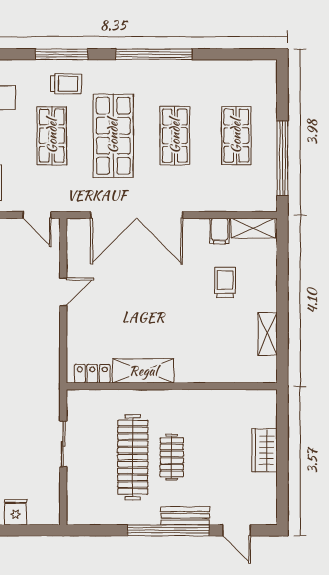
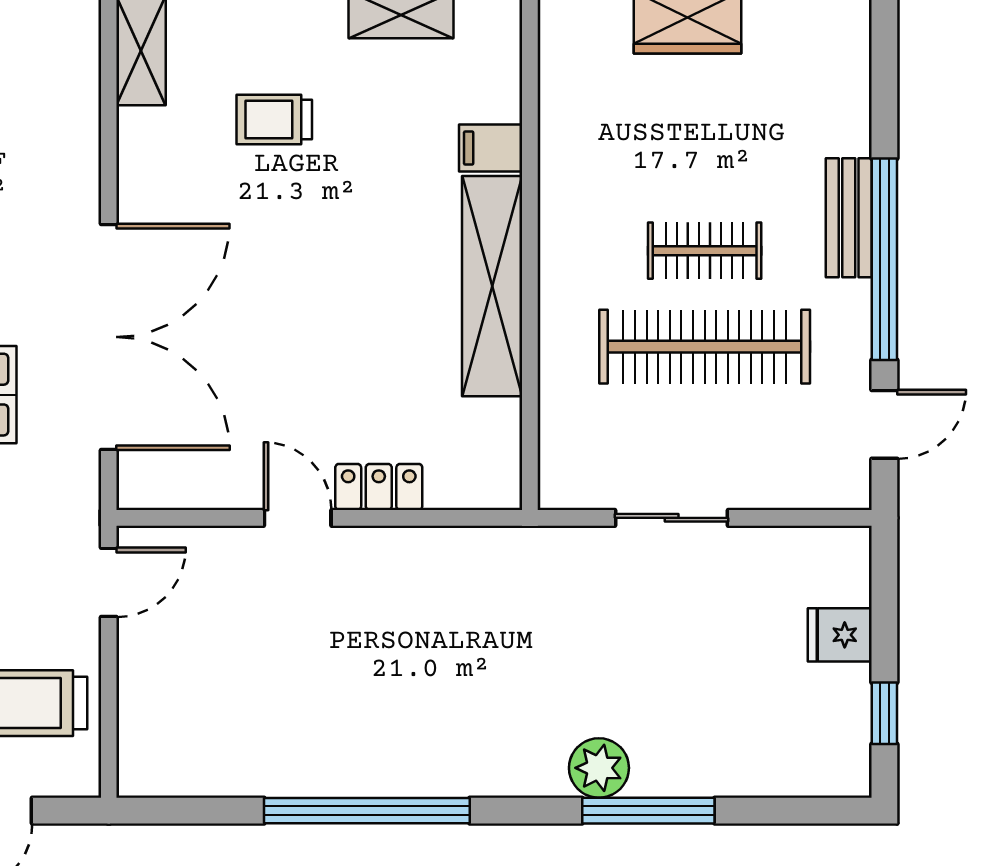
filing cabinet: (220, 231) -> (491, 148), moved, turned 180
shelving: (143, 371) -> (492, 286), width x1.47
locker: (92, 374) -> (379, 487), moved, turned 90
door: (237, 530) -> (884, 424), moved

